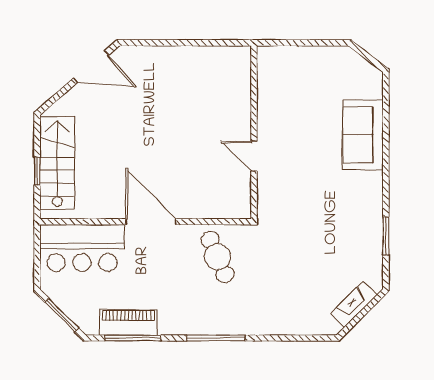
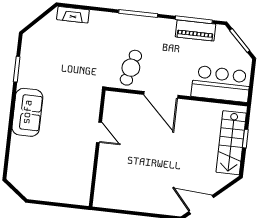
sofa: (363, 135) -> (27, 112), moved
door: (151, 222) -> (161, 95), moved
cafe table: (218, 257) -> (131, 68), turned 37
fireplace: (354, 304) -> (73, 15), moved, turned 45

